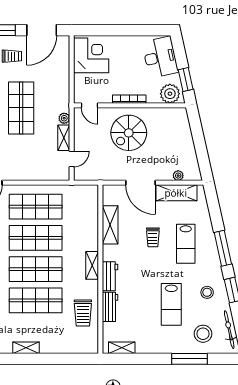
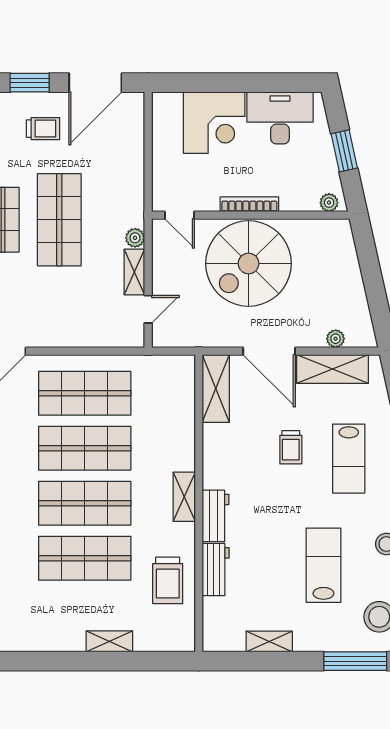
corner desk: (91, 55) -> (214, 123), moved, turned 90
desk: (160, 57) -> (280, 118), moved, turned -78
window: (186, 80) -> (344, 151), moved
plant: (170, 94) -> (329, 203), width x0.53, depth x0.53
spiral stairs: (129, 133) -> (248, 263), width x1.37, depth x1.37
shelving: (110, 225) -> (216, 389), moved
lab bench: (171, 304) -> (323, 565), turned 180
shelving: (26, 348) -> (109, 641), moved
shelving: (122, 348) -> (269, 642), moved

